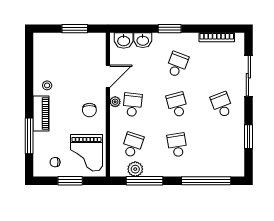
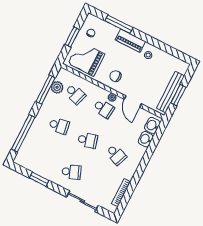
window: (170, 29) -> (144, 162), removed
bench: (76, 39) -> (171, 92), added

